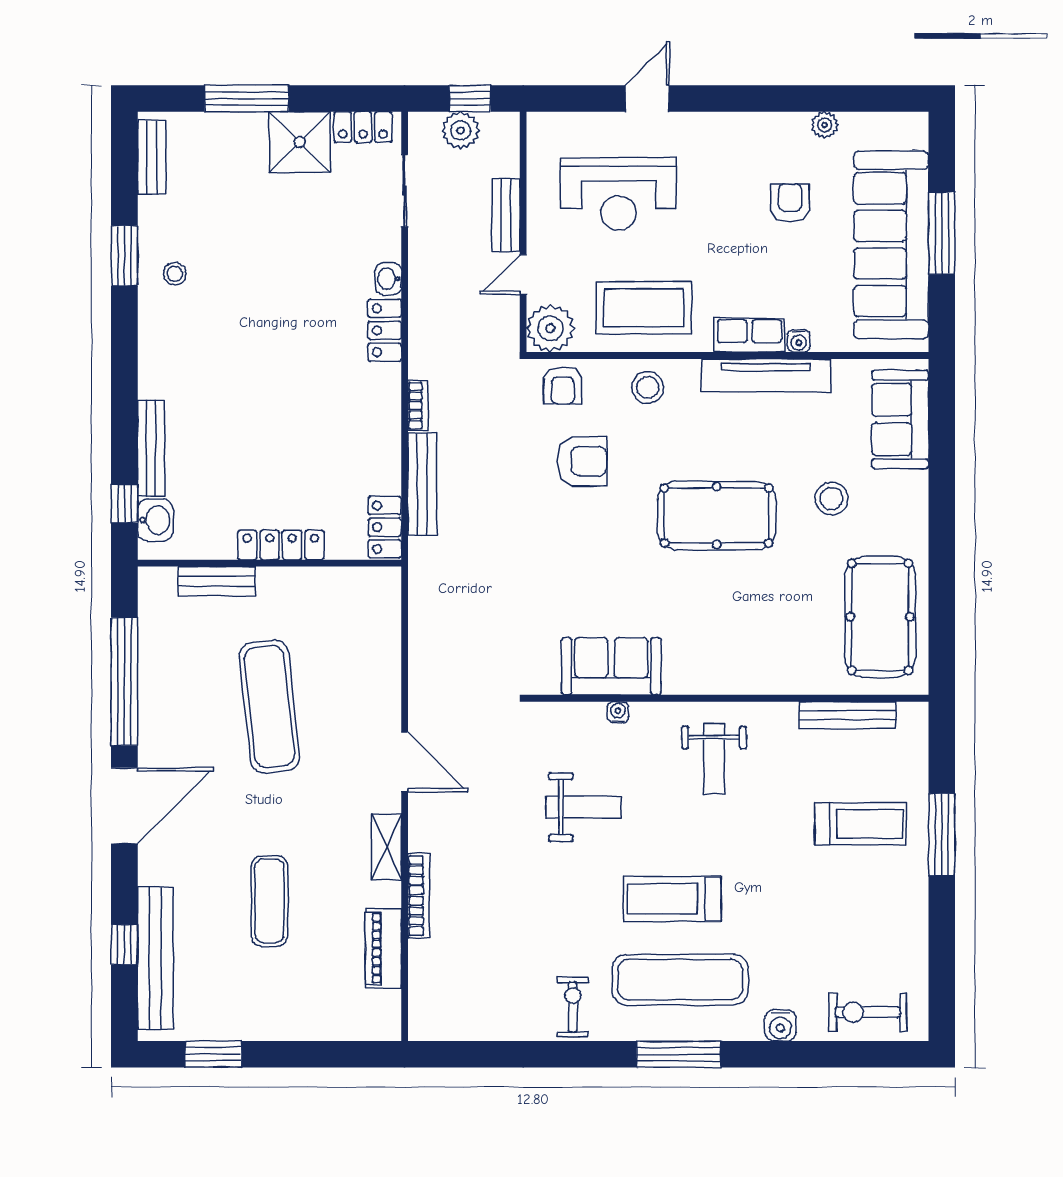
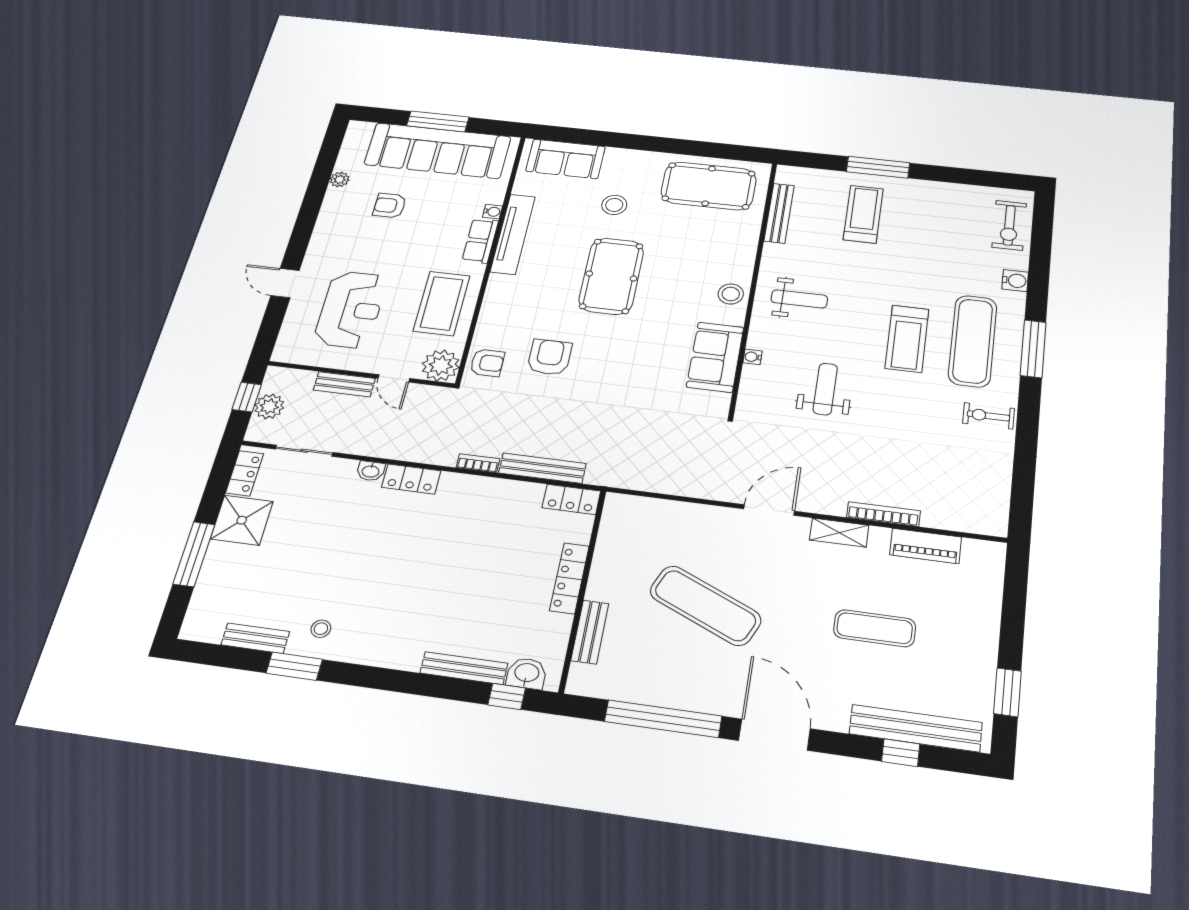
bench: (152, 158) -> (255, 638), moved
stool: (648, 387) -> (731, 294), moved
exercise mat: (269, 707) -> (705, 605), turned 30

